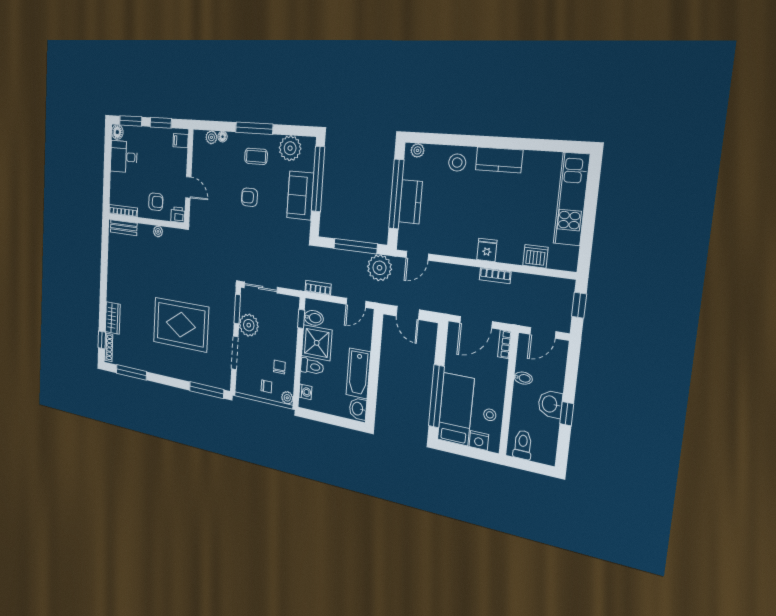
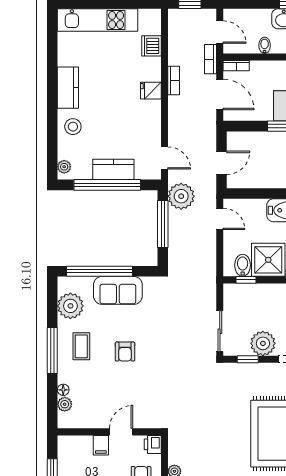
filing cabinet: (181, 141) -> (101, 445), moved
bookcase: (318, 288) -> (210, 59), moved
window: (237, 309) -> (248, 359), width x0.67

